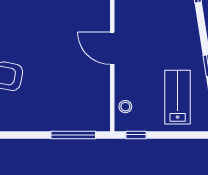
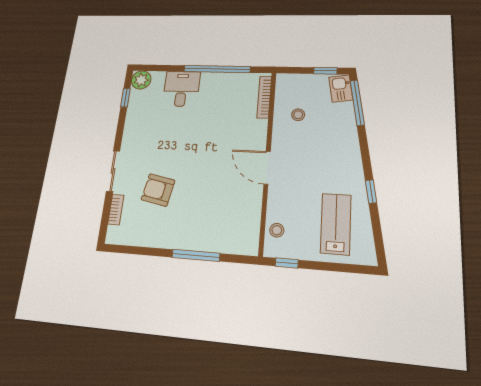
window: (73, 135) -> (196, 255), moved

